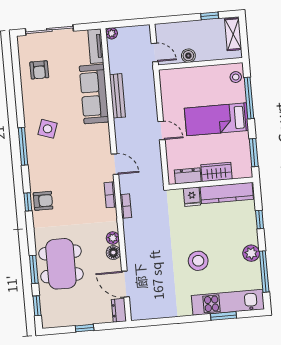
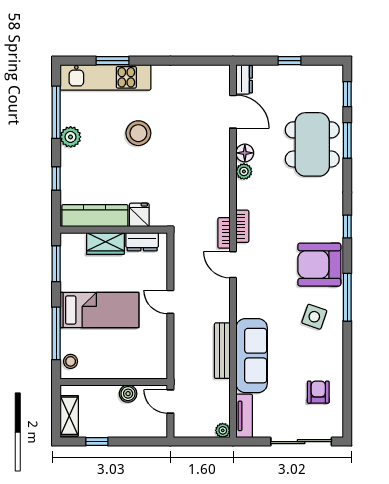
armchair: (43, 201) -> (319, 265), moved, width x1.88, depth x1.88
bookcase: (126, 206) -> (224, 233), moved

